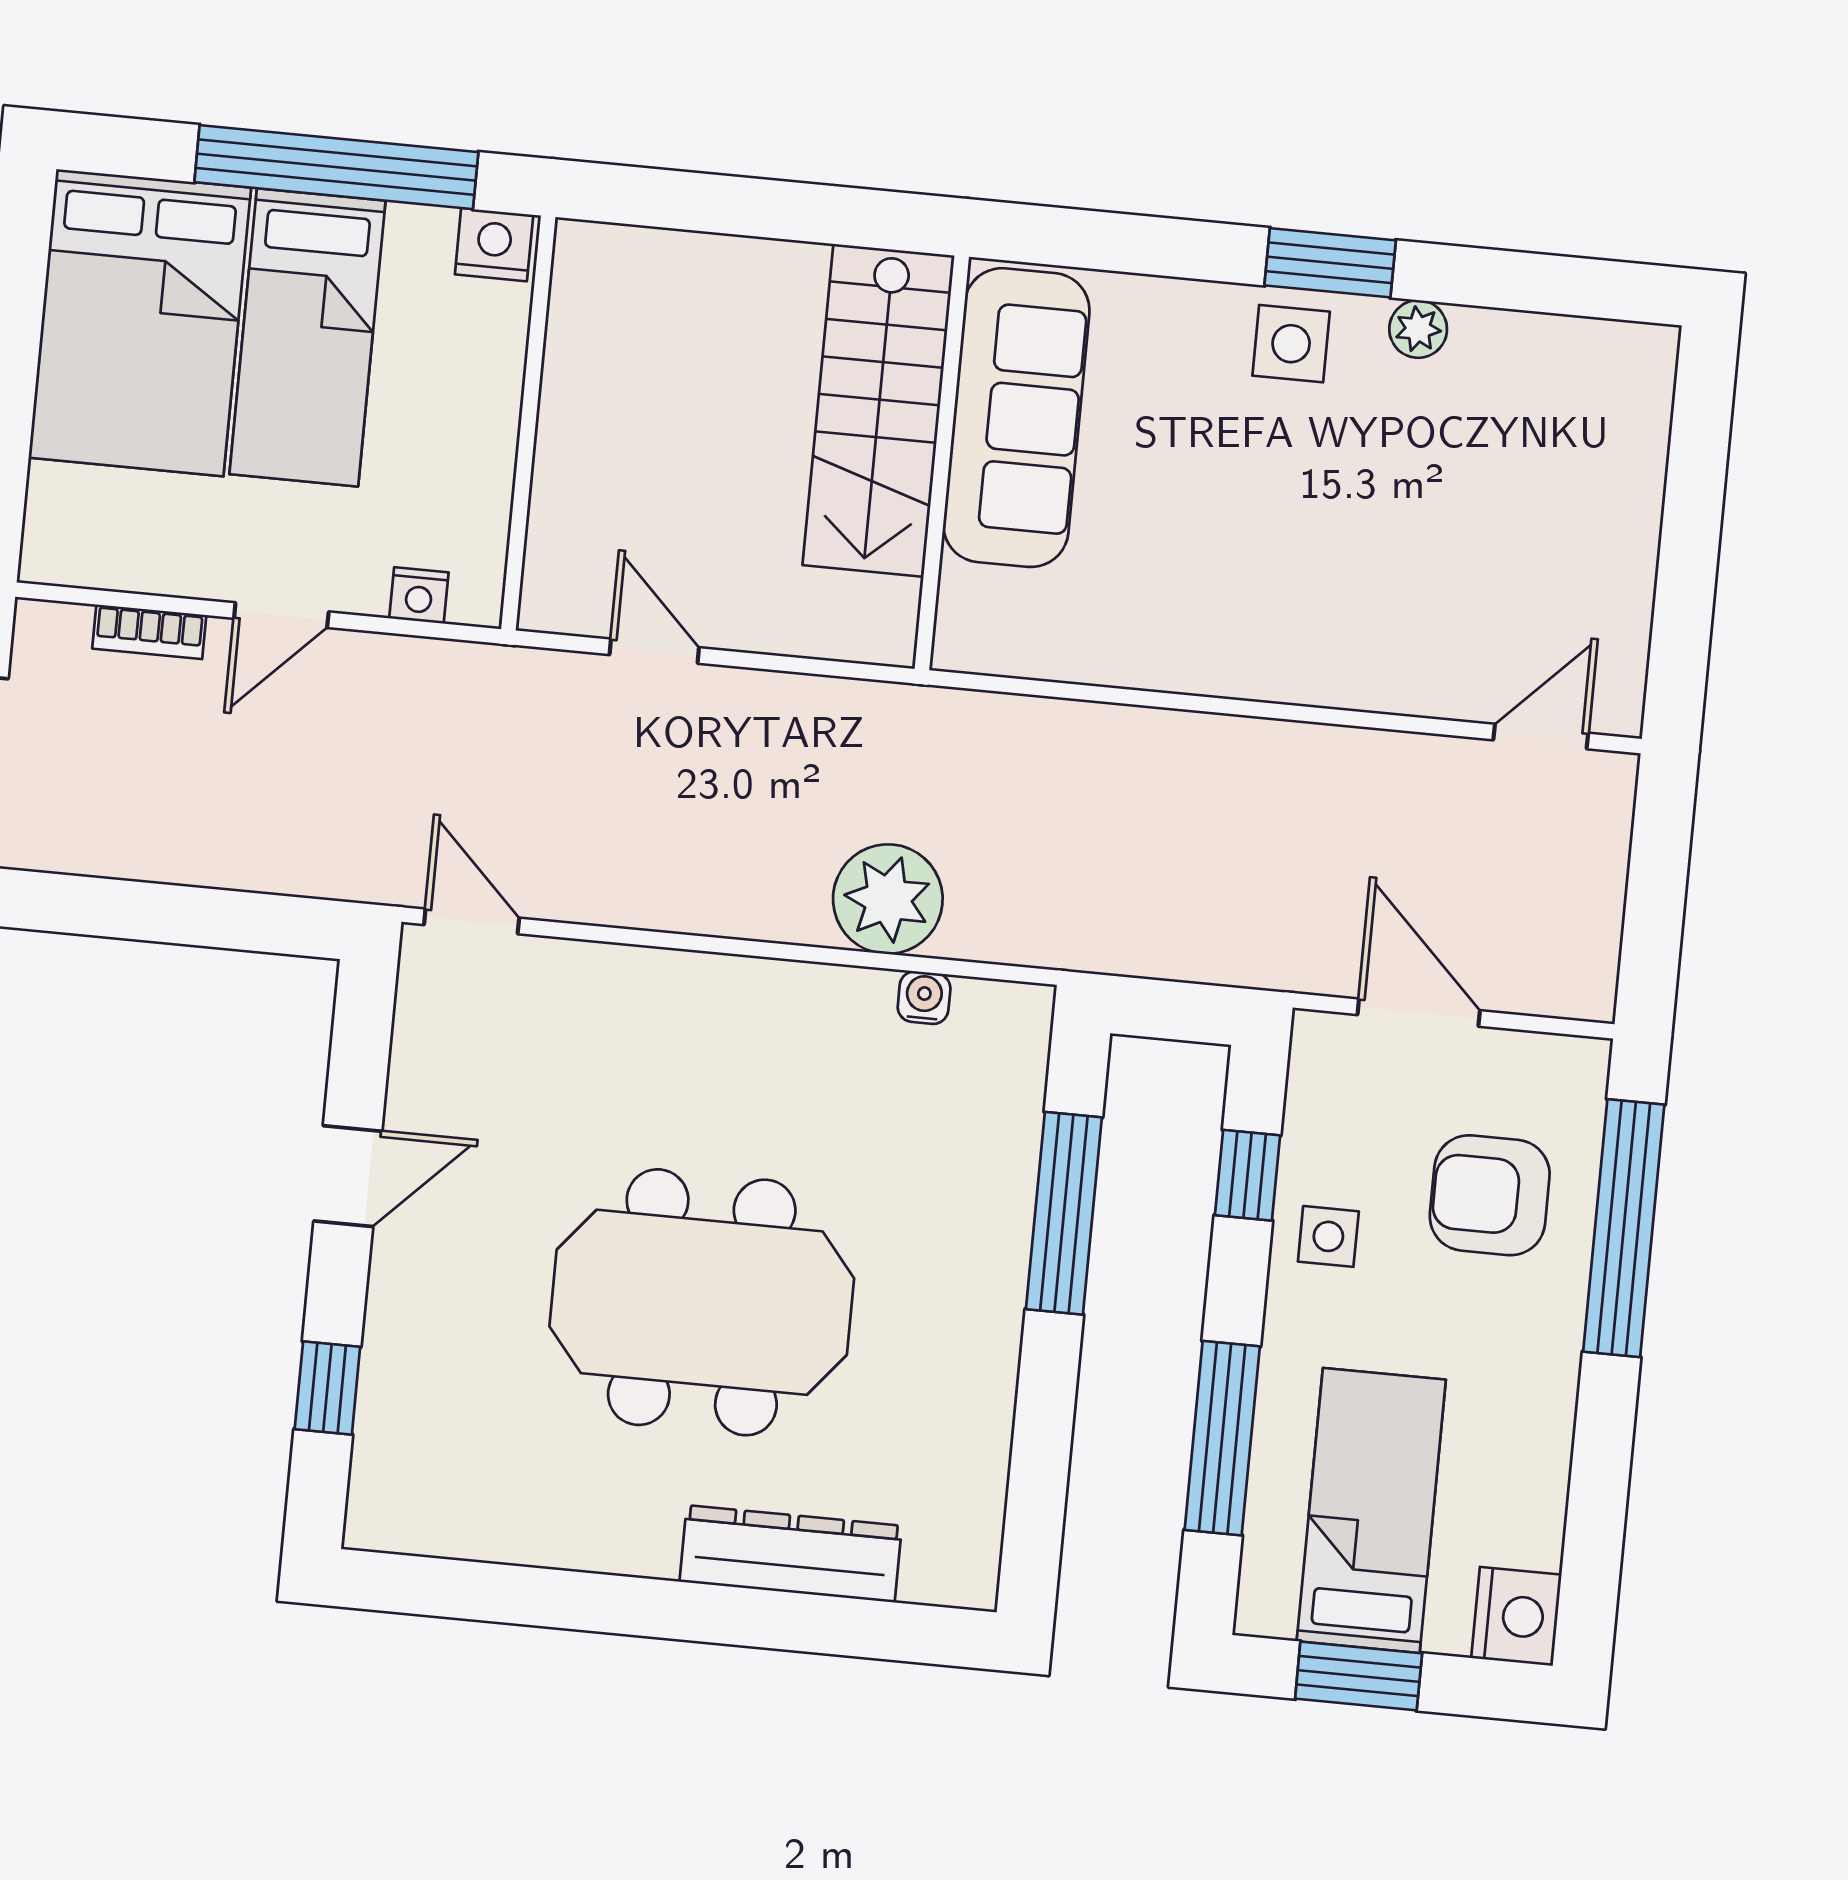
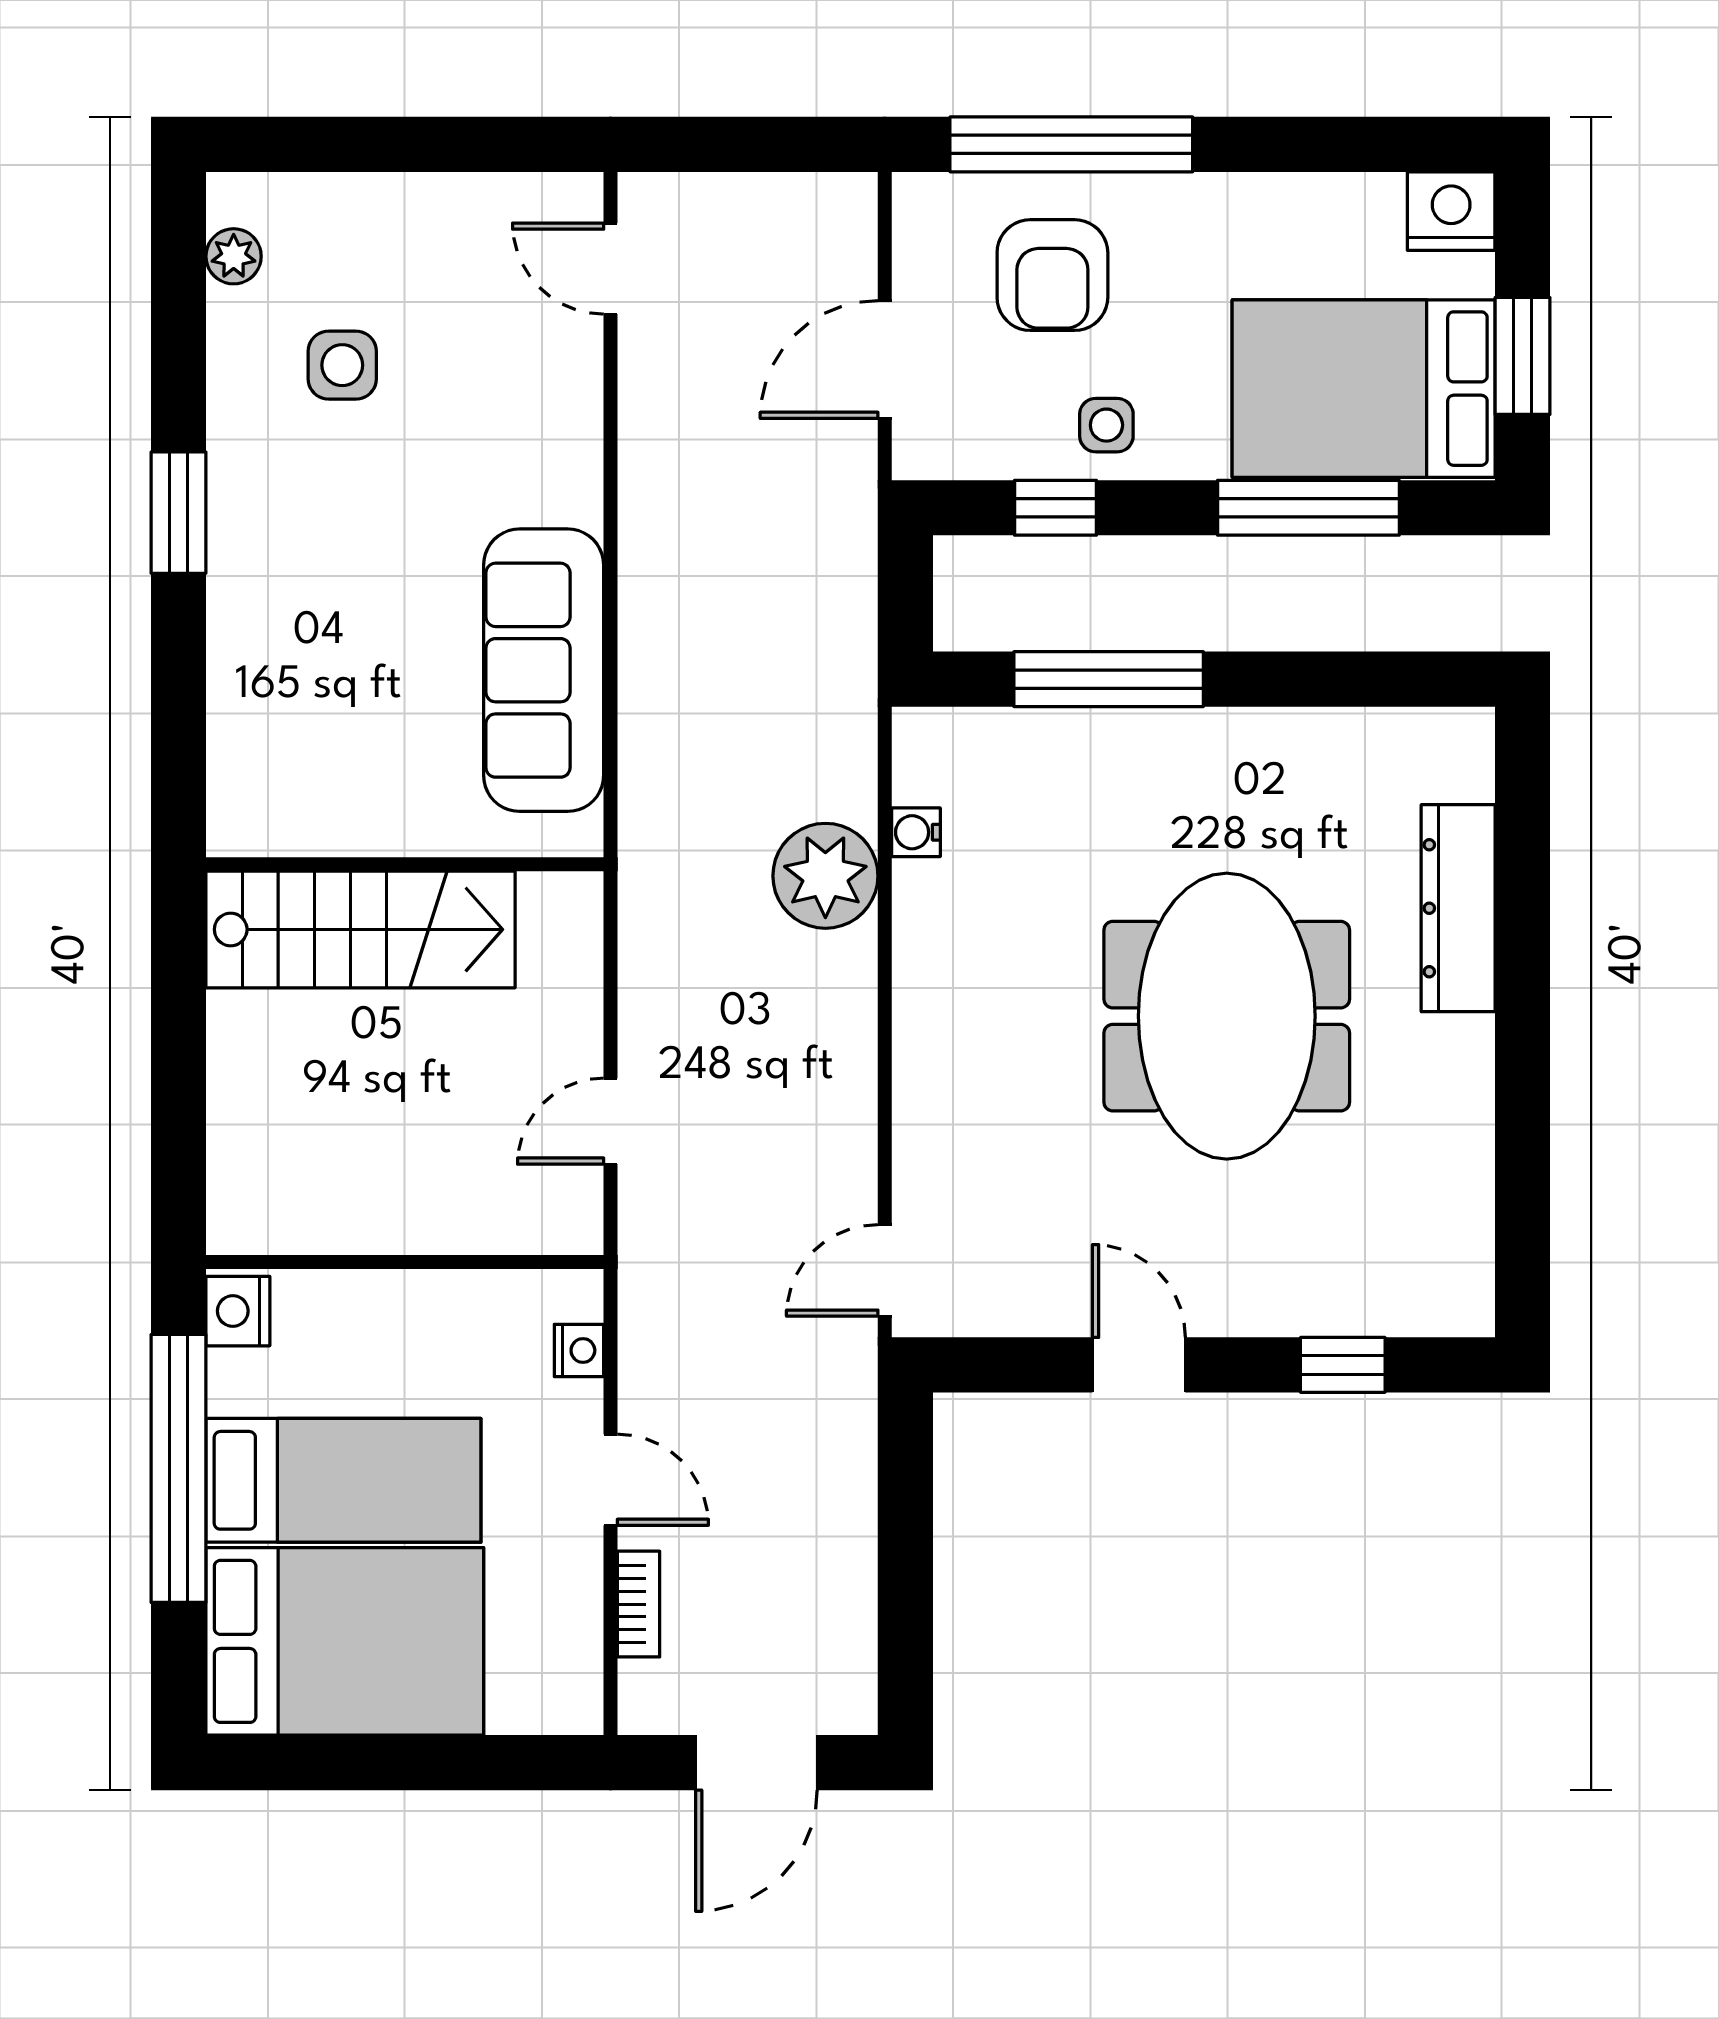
plant: (1418, 329) -> (234, 256), moved
side table: (1291, 344) -> (342, 365), moved
sofa: (1016, 418) -> (544, 670), moved, turned -90
bed: (1371, 1510) -> (1364, 389), width x1.50

